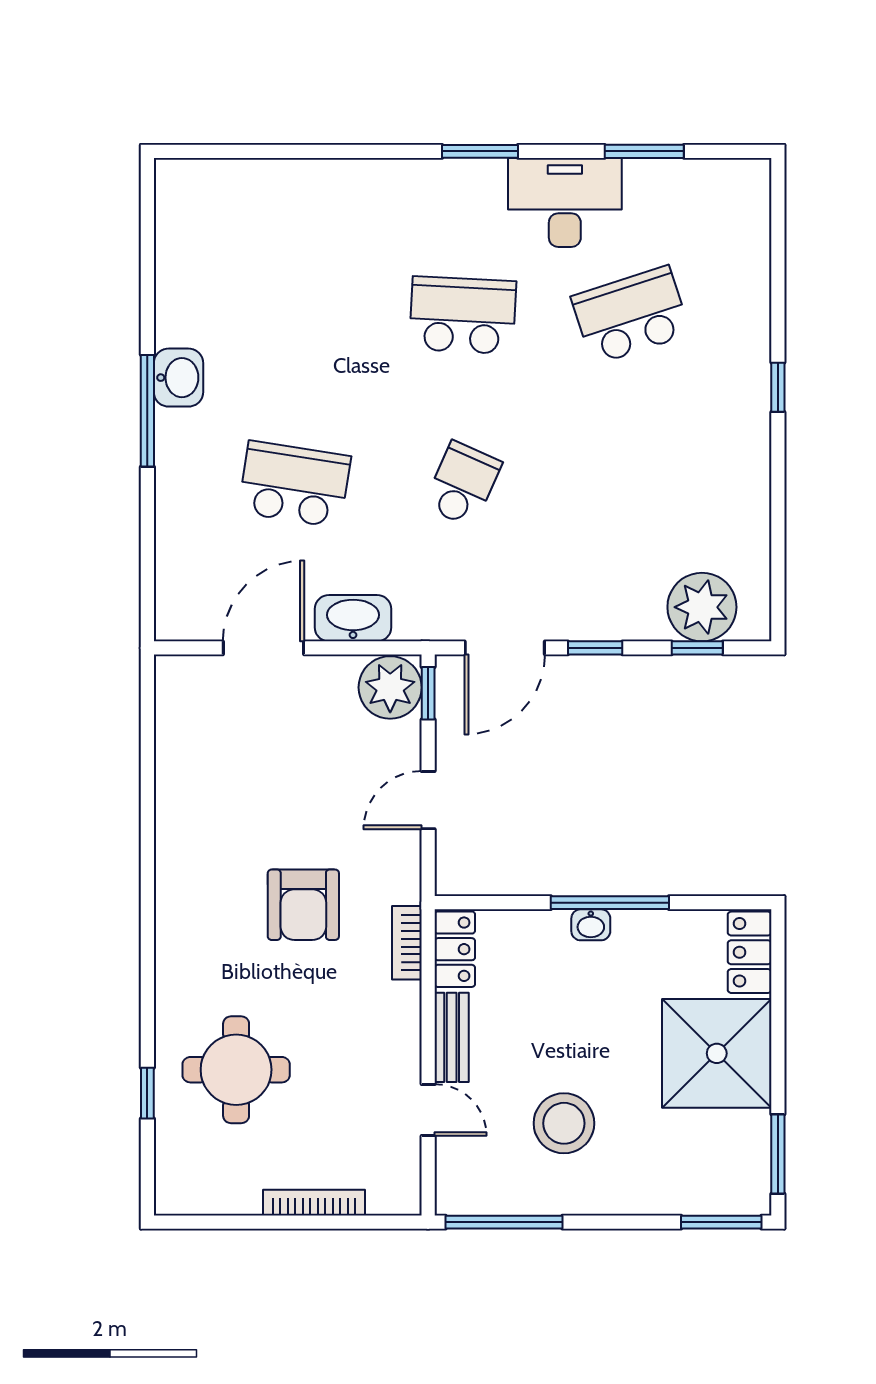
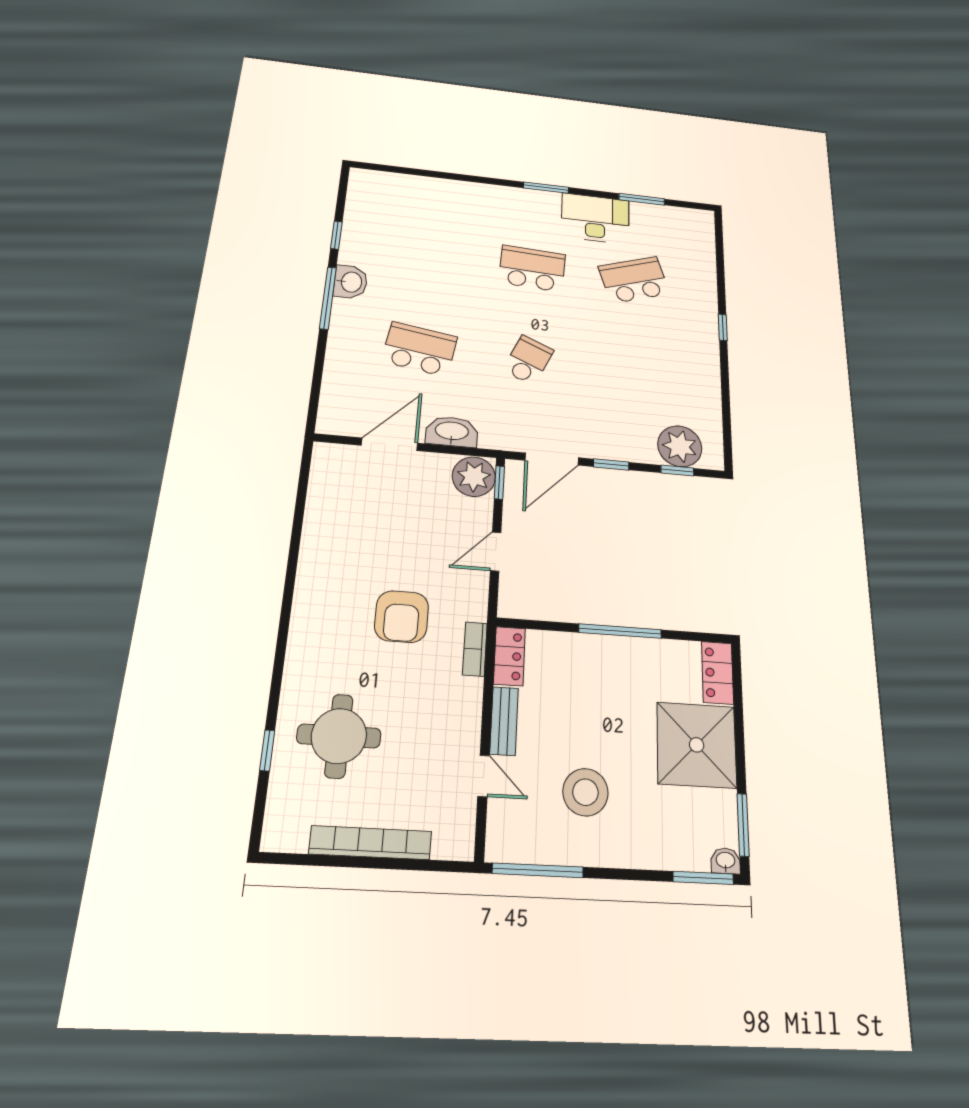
window: (147, 294) -> (336, 235), added
washbasin: (591, 925) -> (726, 861), moved, turned 180
bookcase: (314, 1203) -> (371, 843), width x1.48, depth x1.31

